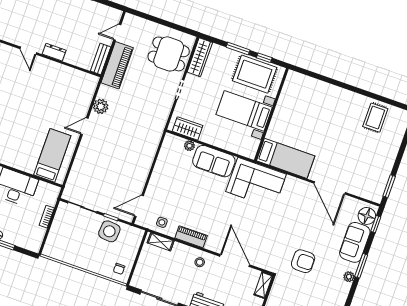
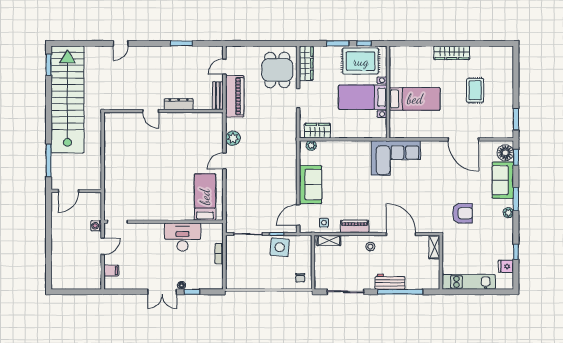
dresser: (54, 52) -> (179, 104), width x1.44
dining table: (169, 54) -> (277, 70), turned 90
wardrobe: (348, 98) -> (452, 53), added
rug: (375, 118) -> (475, 90), moved
plant: (189, 146) -> (311, 146), moved
bed: (286, 158) -> (415, 99), moved
sofa: (214, 161) -> (311, 185), moved, turned -90

